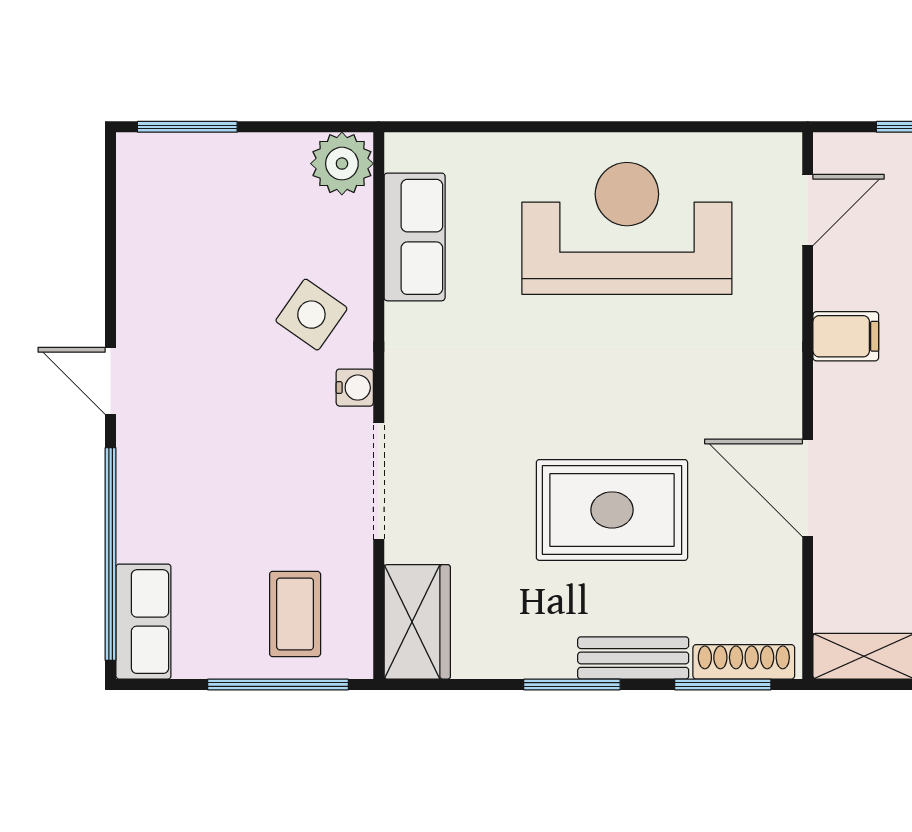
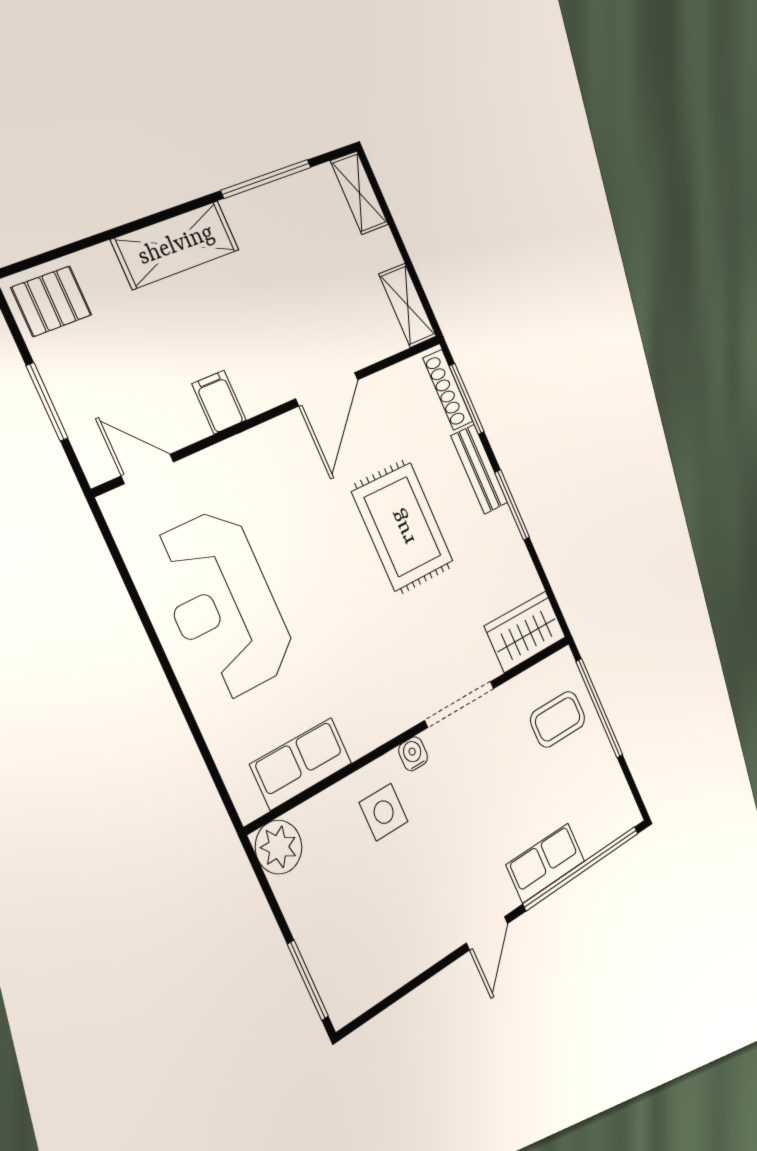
side table: (311, 315) -> (384, 812), turned -35
row of seats: (143, 622) -> (546, 863), moved

